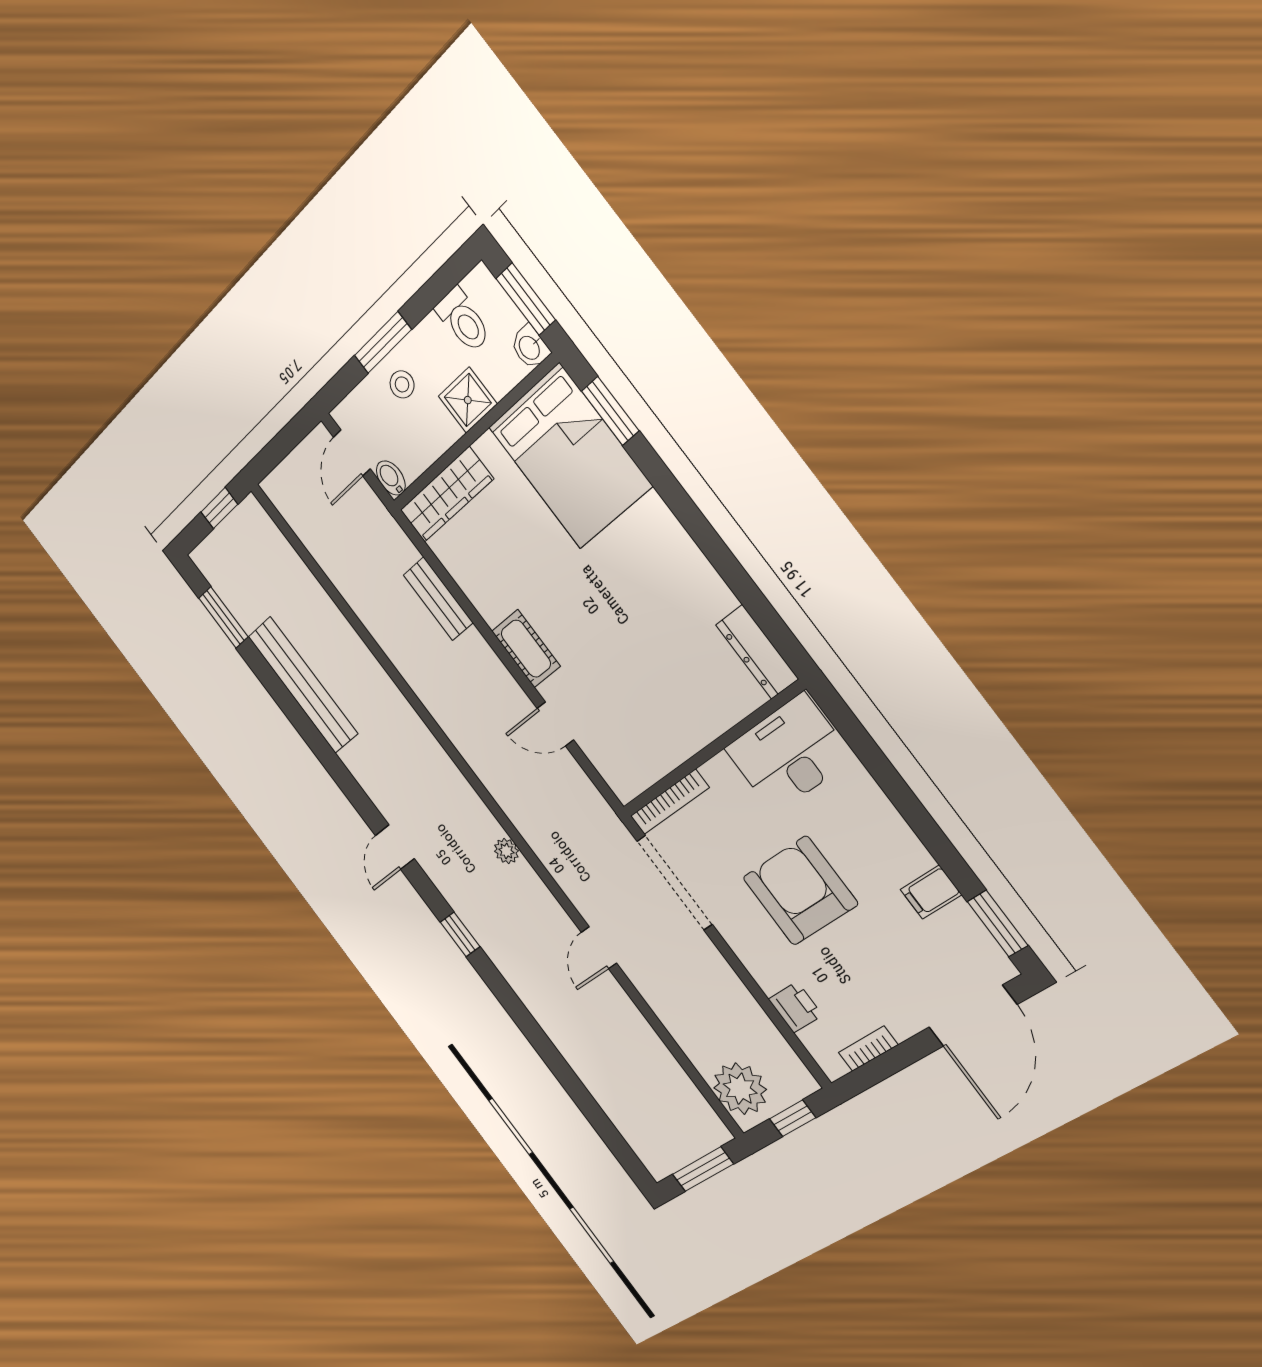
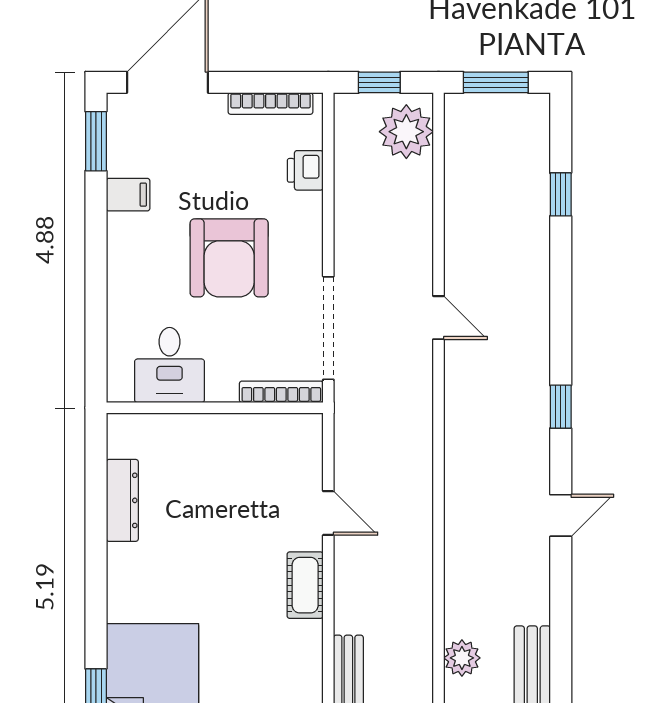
dresser: (757, 652) -> (122, 500), moved
desk: (789, 754) -> (170, 365), width x0.73
plant: (506, 851) -> (462, 658), moved, width x1.38, depth x1.38
door: (599, 948) -> (438, 318), hinge flipped
bookcase: (868, 1049) -> (270, 104), width x1.56
window: (588, 1105) -> (561, 194), added

